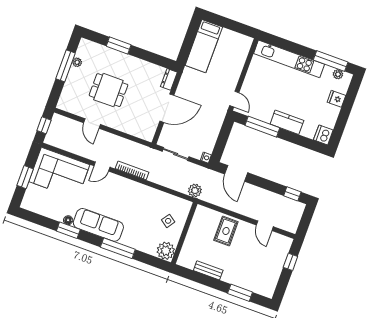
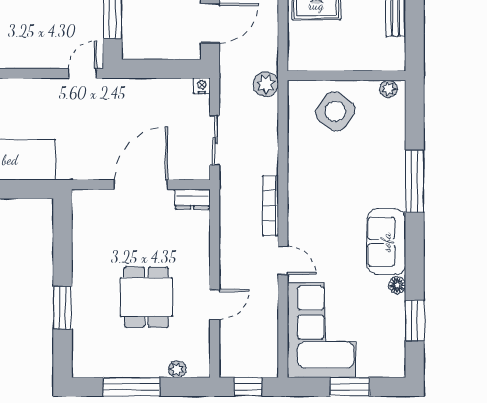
plant: (77, 62) -> (177, 369), moved
dresser: (169, 79) -> (192, 199), moved
door: (167, 108) -> (141, 185), hinge flipped
side table: (168, 221) -> (335, 111), width x1.87, depth x1.87
sofa: (98, 225) -> (386, 242), width x0.73
window: (68, 230) -> (415, 321), moved
plant: (166, 251) -> (388, 89), width x0.53, depth x0.53

